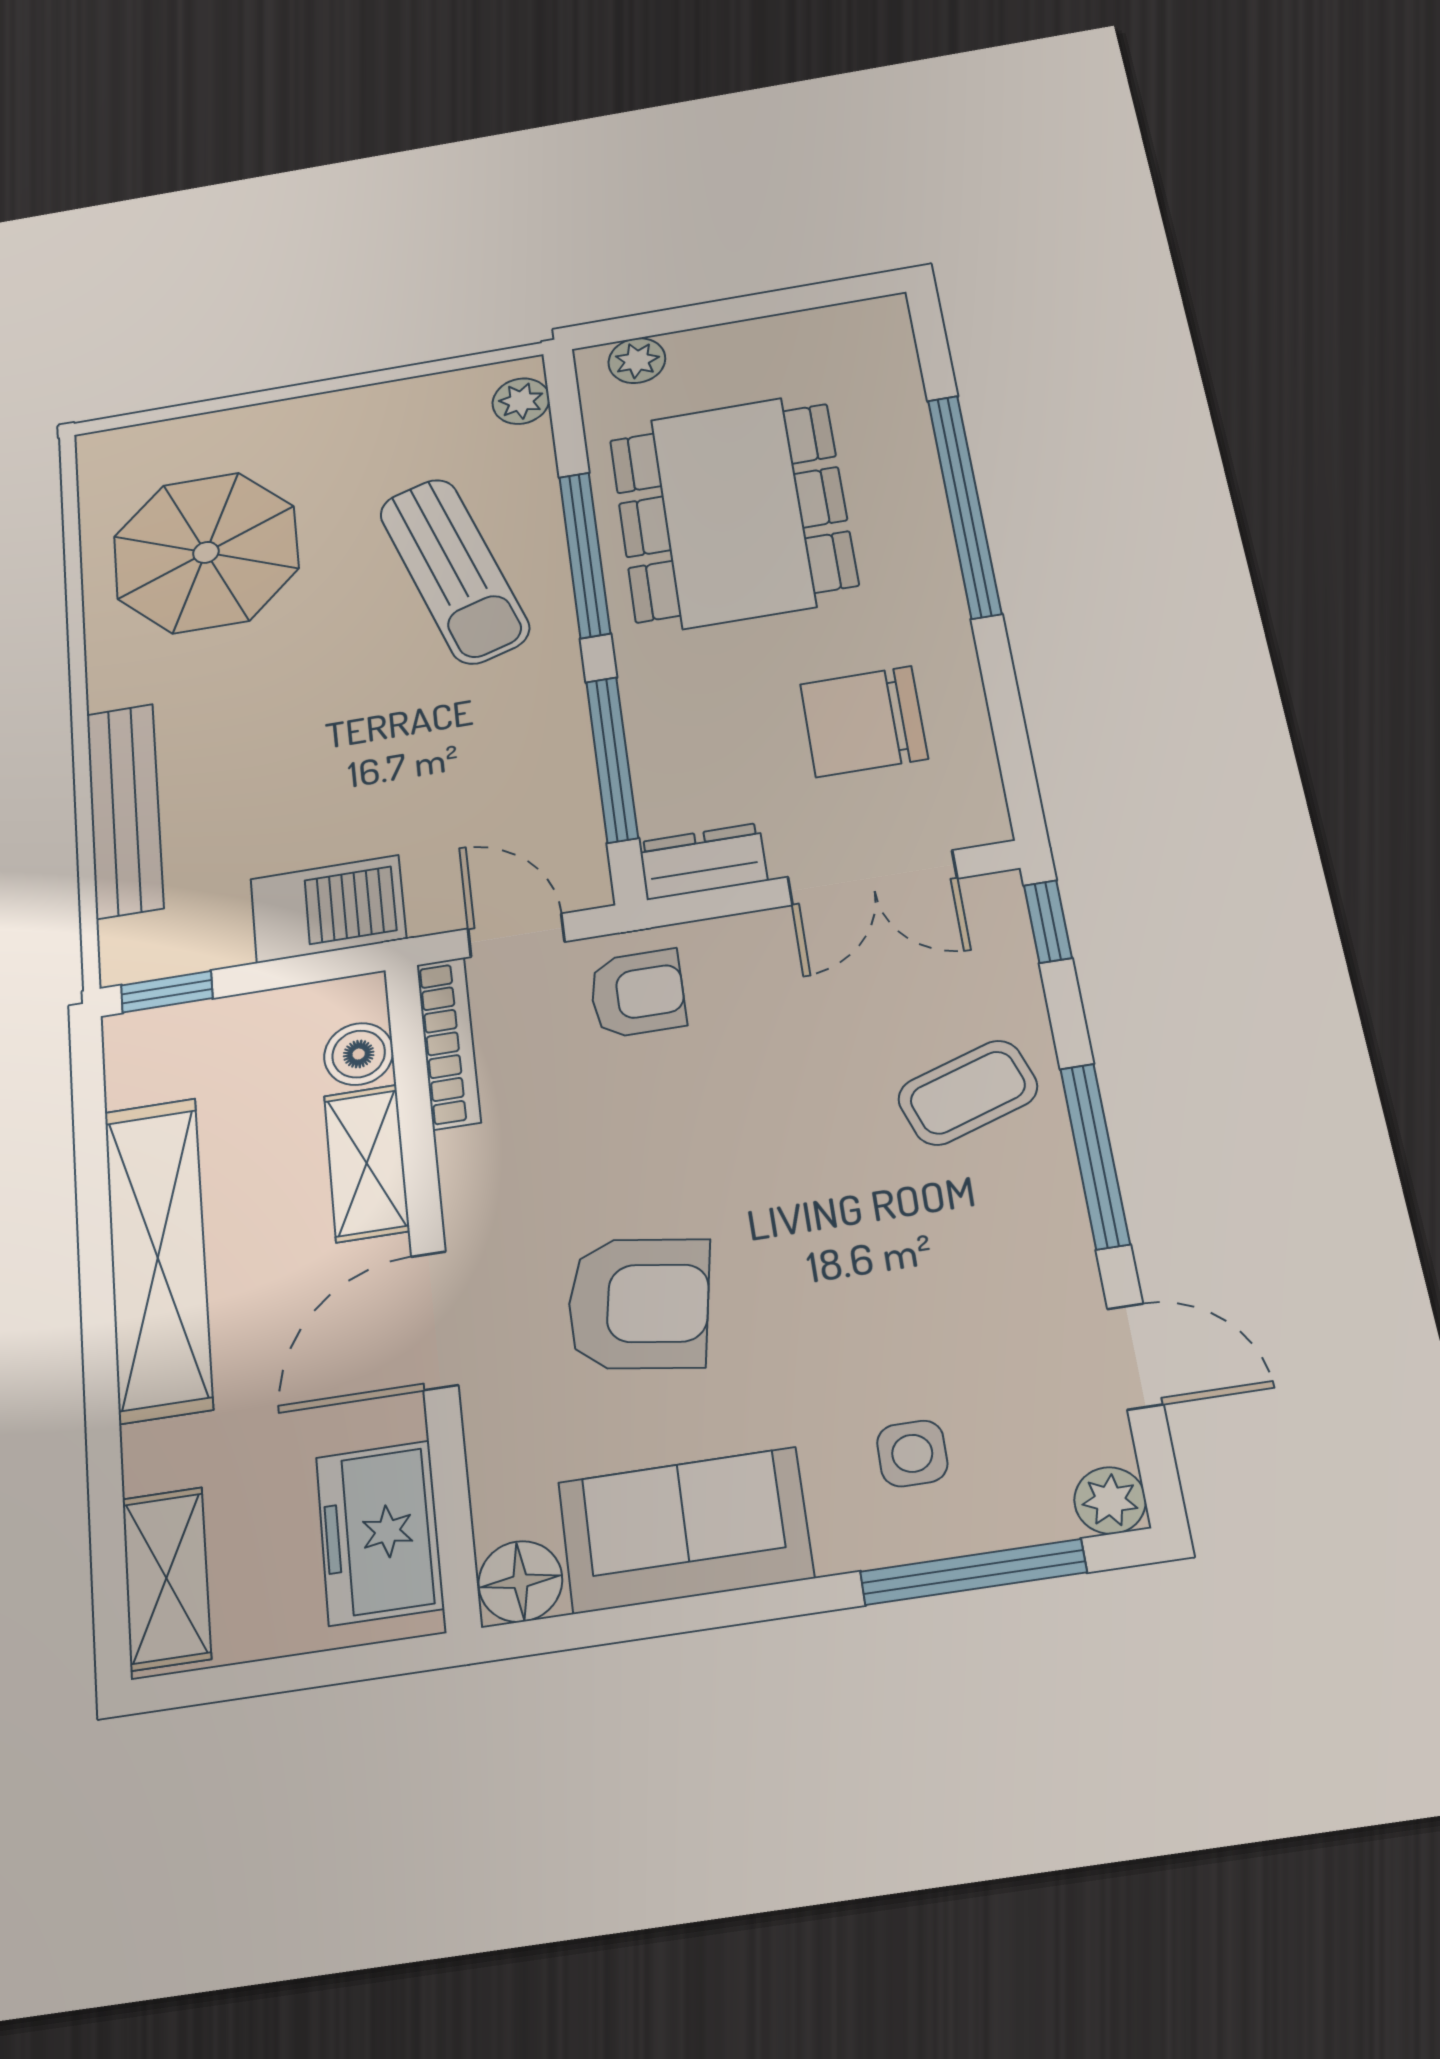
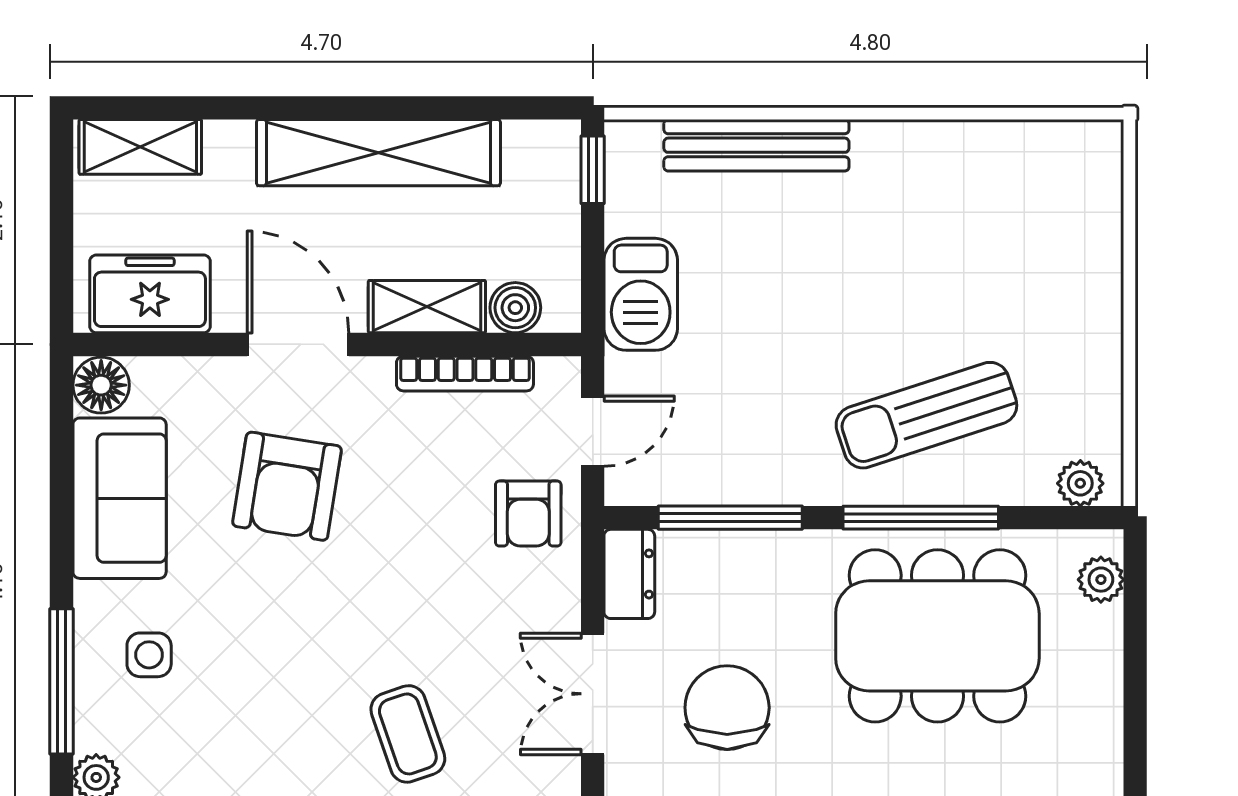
parasol: (206, 552) -> (984, 221), removed
bookcase: (448, 1043) -> (465, 374), moved

